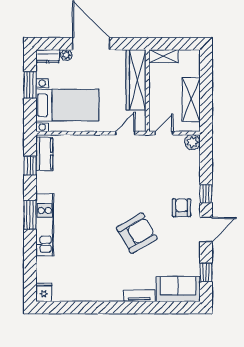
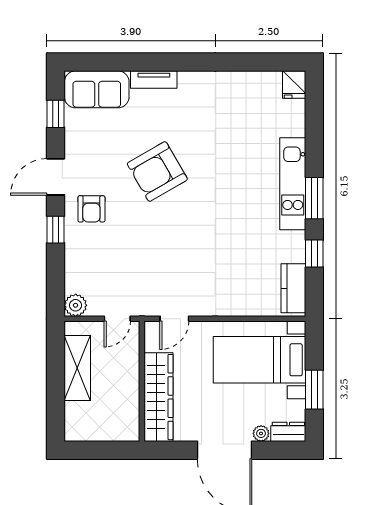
shelving: (163, 56) -> (118, 432), removed
window: (30, 166) -> (314, 254), moved

